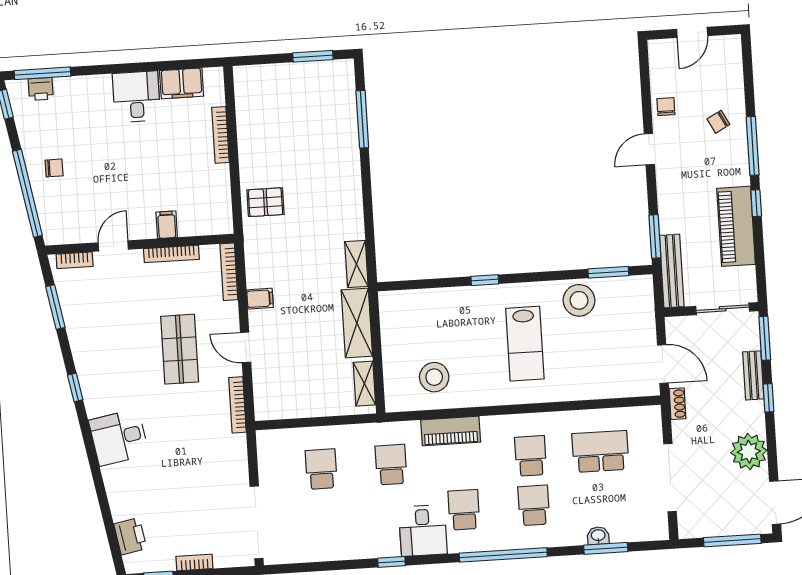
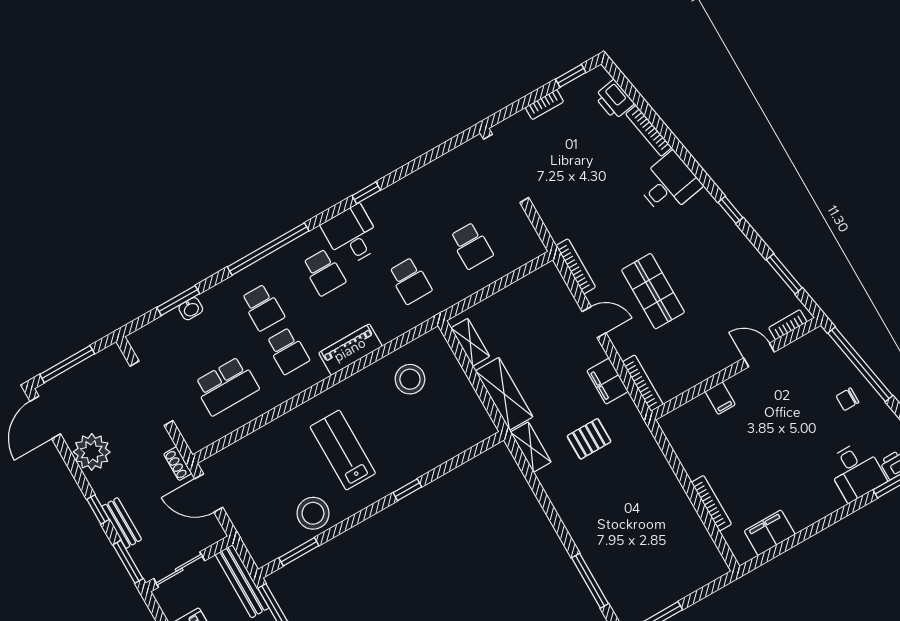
desk: (136, 97) -> (856, 471), moved
pallet: (265, 202) -> (589, 439), moved
door: (113, 246) -> (759, 355), swing flipped
bookcase: (171, 254) -> (649, 131), moved, turned -100
filing cabinet: (260, 299) -> (608, 381), width x2.00
piano: (451, 431) -> (350, 350), moved

